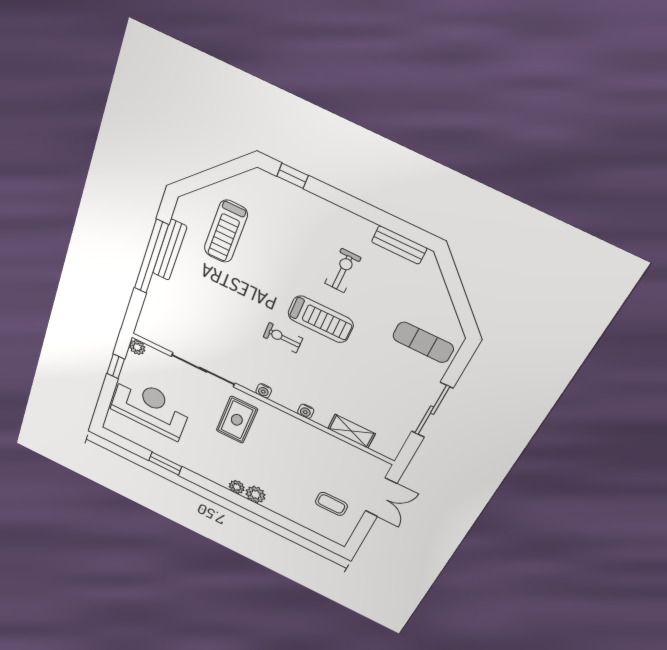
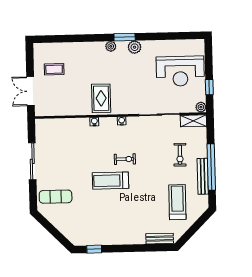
window: (293, 176) -> (94, 249), moved
bench: (399, 245) -> (160, 239), moved
exercise bike: (343, 271) -> (180, 155), moved
rug: (237, 420) -> (101, 98), moved
shelving: (351, 431) -> (193, 121), moved
window: (165, 464) -> (125, 37), moved
plant: (255, 494) -> (135, 47), moved

